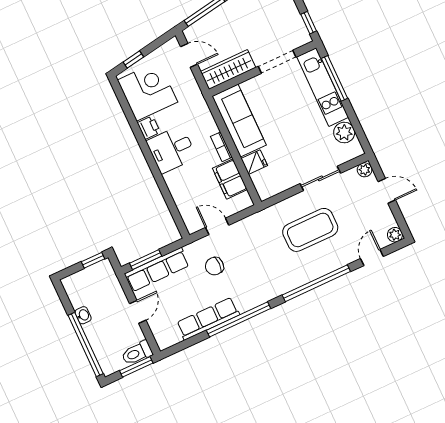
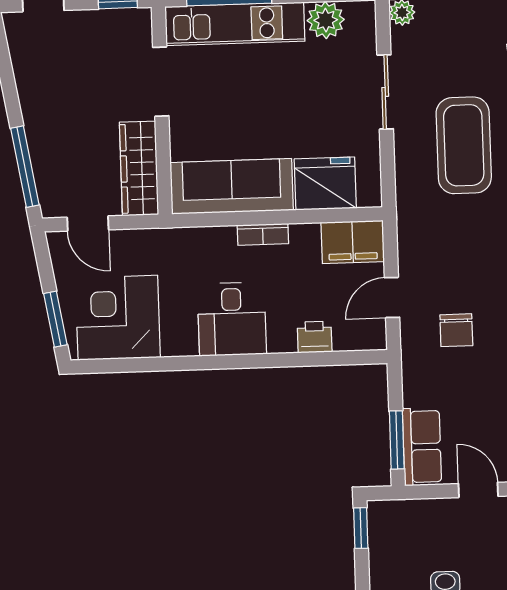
door: (189, 55) -> (88, 224), swing flipped
window: (133, 59) -> (55, 319), width x1.50
printer: (149, 128) -> (315, 337), moved
fridge: (254, 162) -> (325, 184), width x1.88, depth x1.34
filing cabinet: (230, 179) -> (353, 242), moved
row of seats: (157, 270) -> (422, 447), width x0.68

